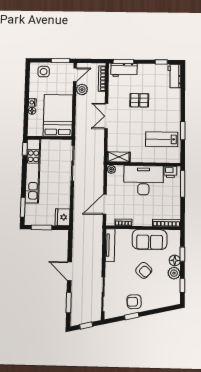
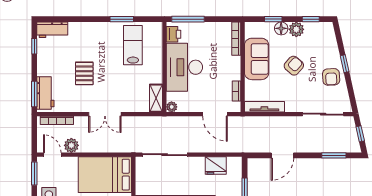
lab bench: (162, 139) -> (133, 45), turned 180
fridge: (63, 217) -> (216, 166), moved
door: (69, 271) -> (282, 155), moved
window: (132, 316) -> (345, 64), moved

